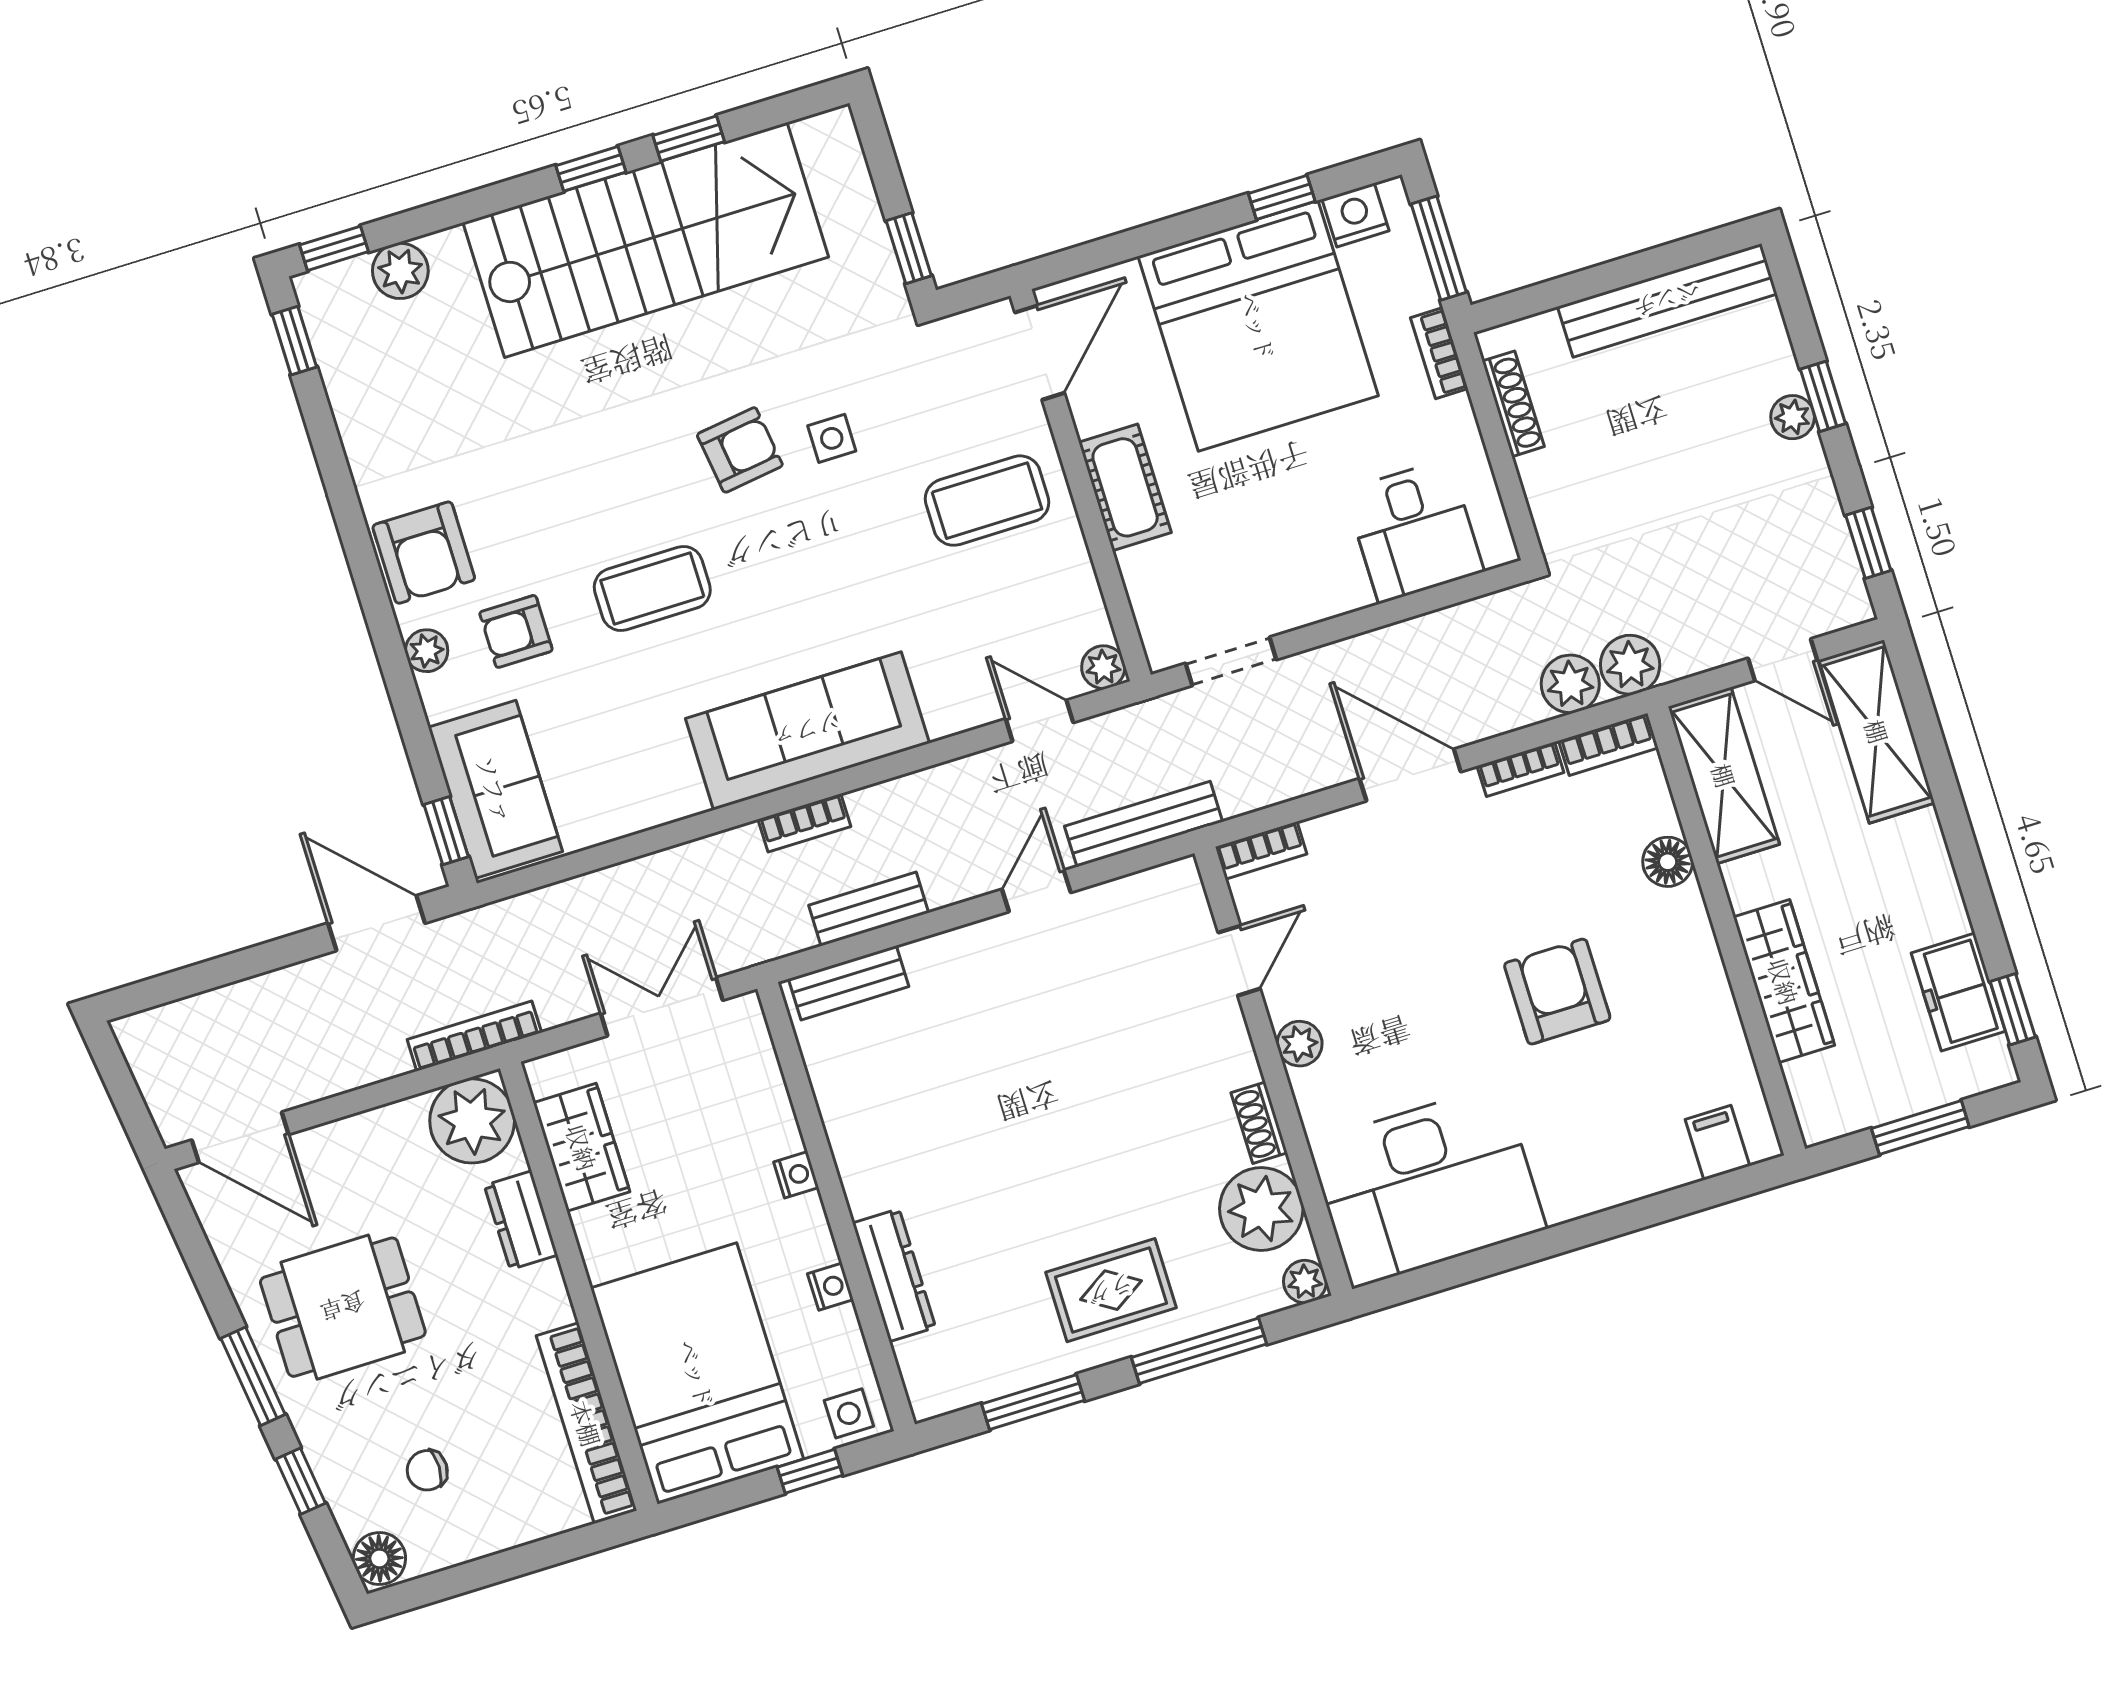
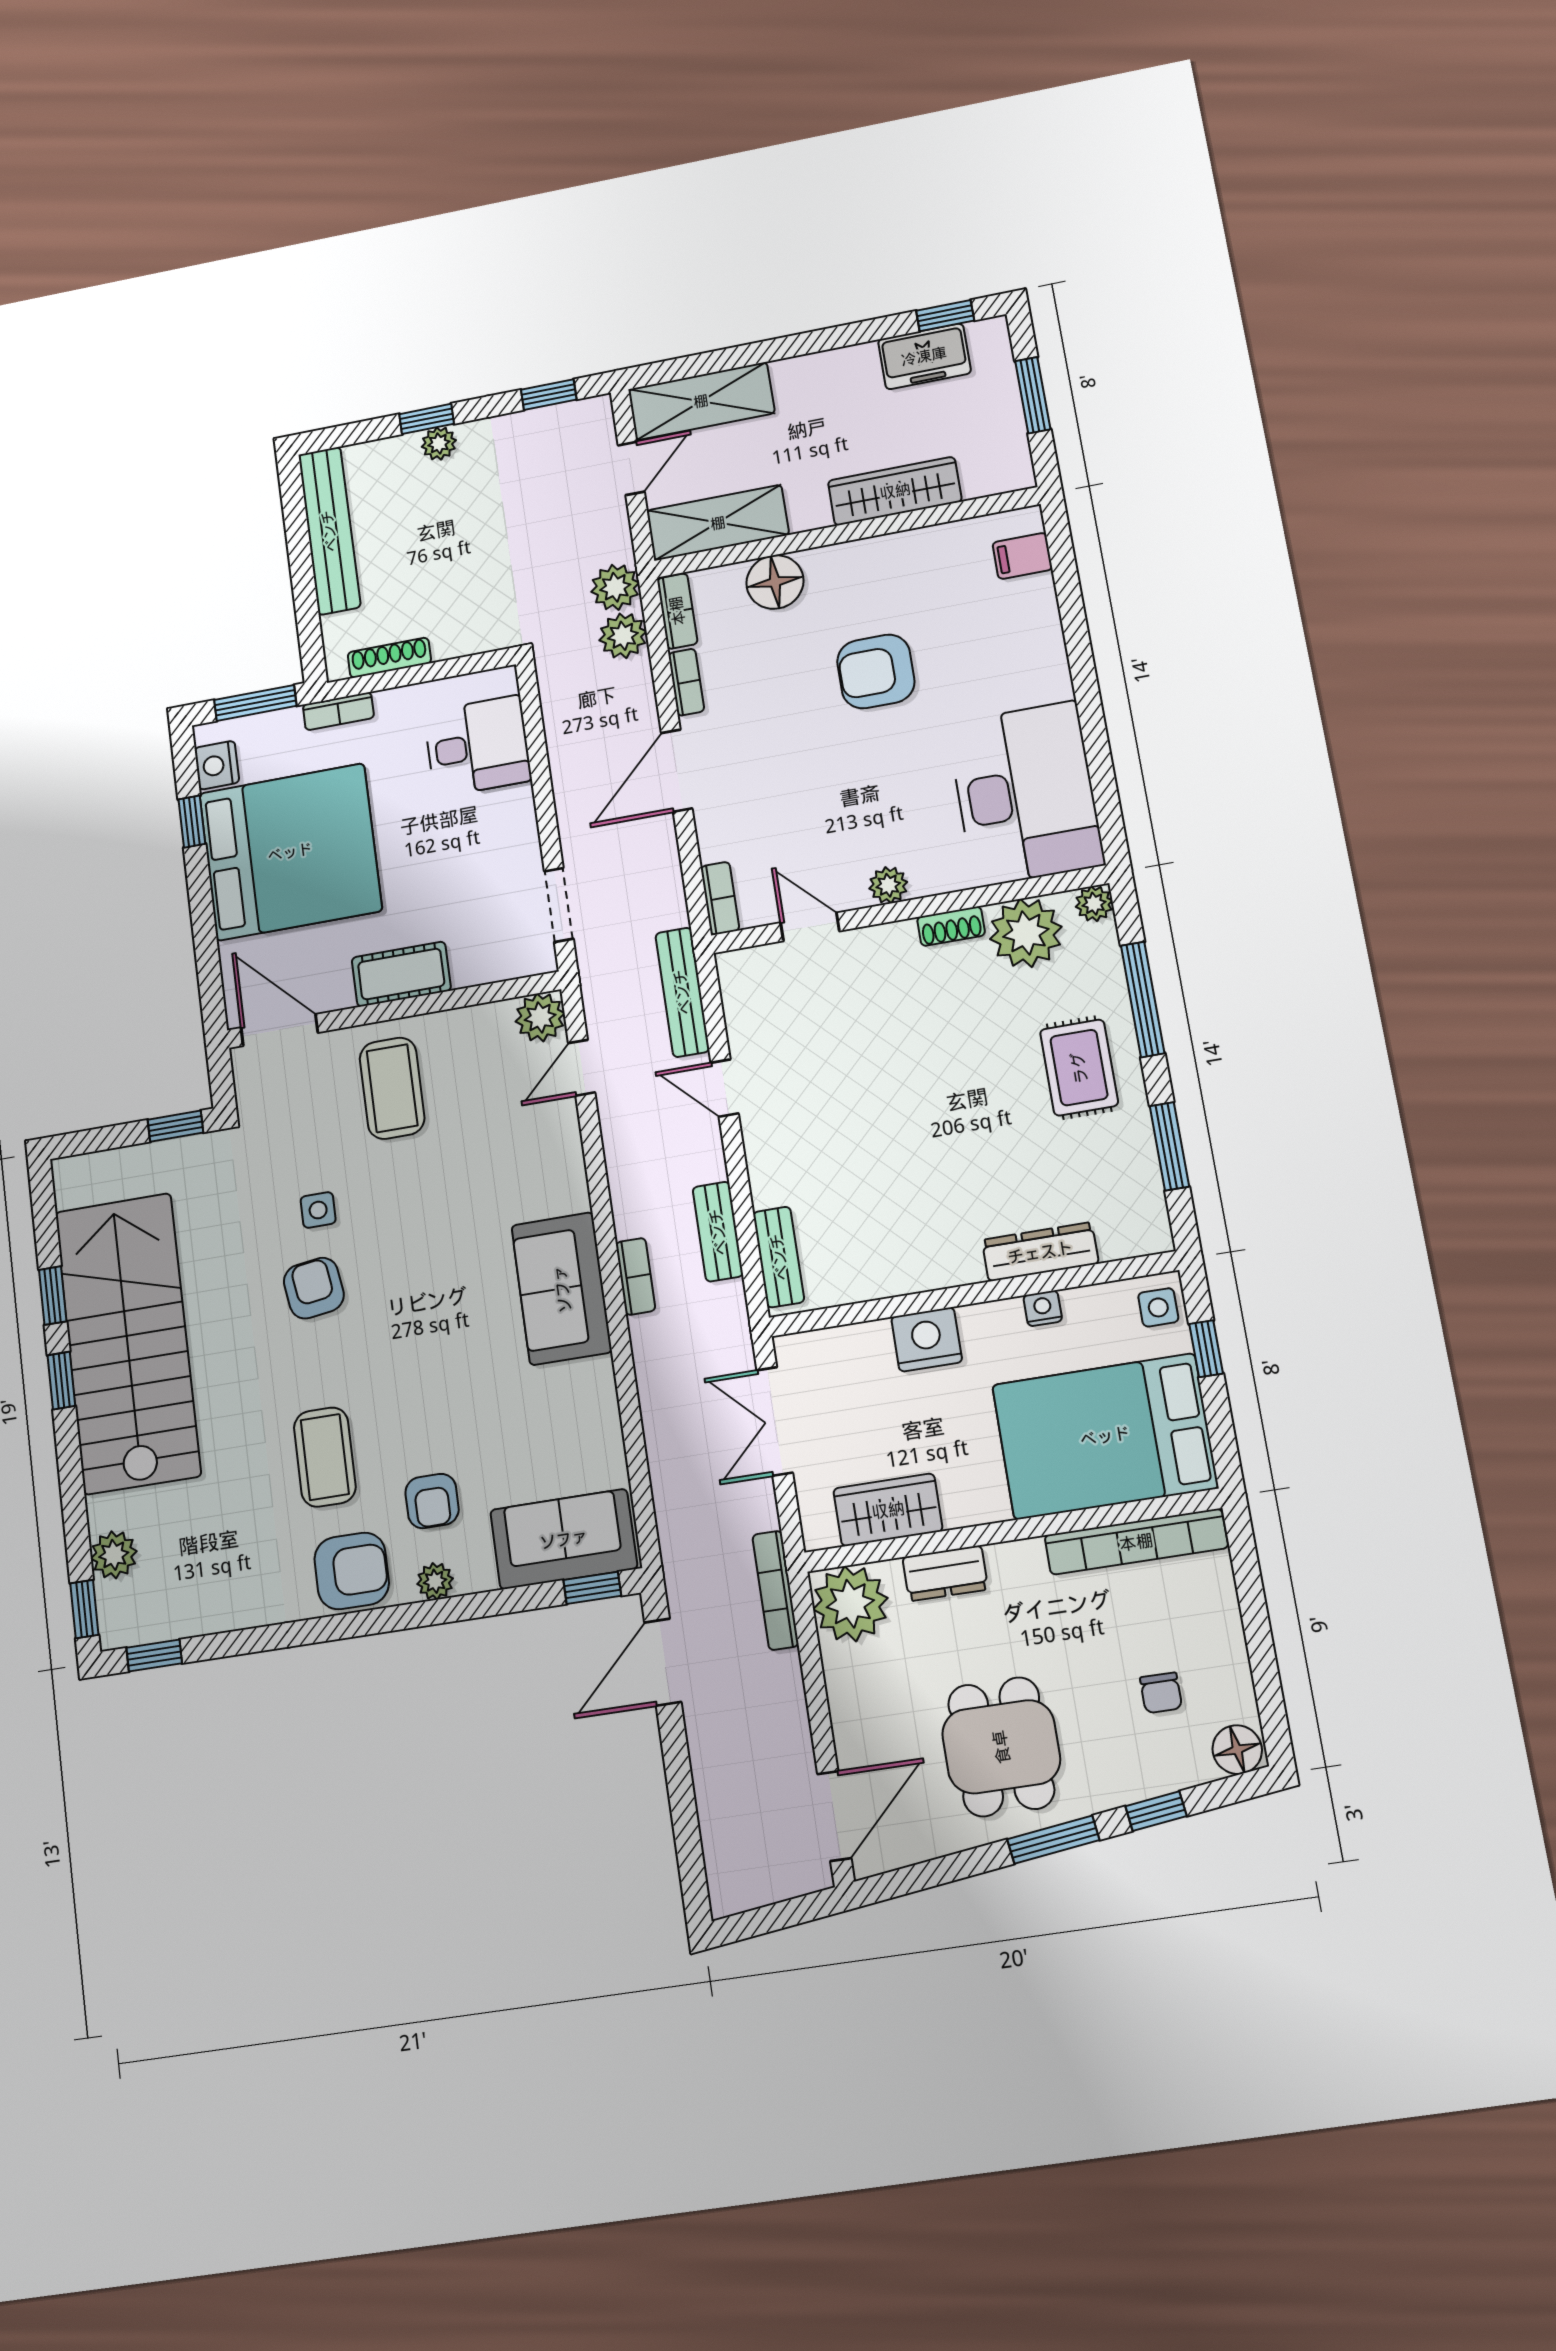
coffee table: (652, 589) -> (325, 1457), moved
plant: (1103, 667) -> (540, 1017), width x1.38, depth x1.38
sofa: (807, 731) -> (562, 1289), width x0.73
floor lamp: (1668, 862) -> (775, 582), width x1.38, depth x1.38
nightstand: (796, 1175) -> (927, 1339), width x1.89, depth x1.79

